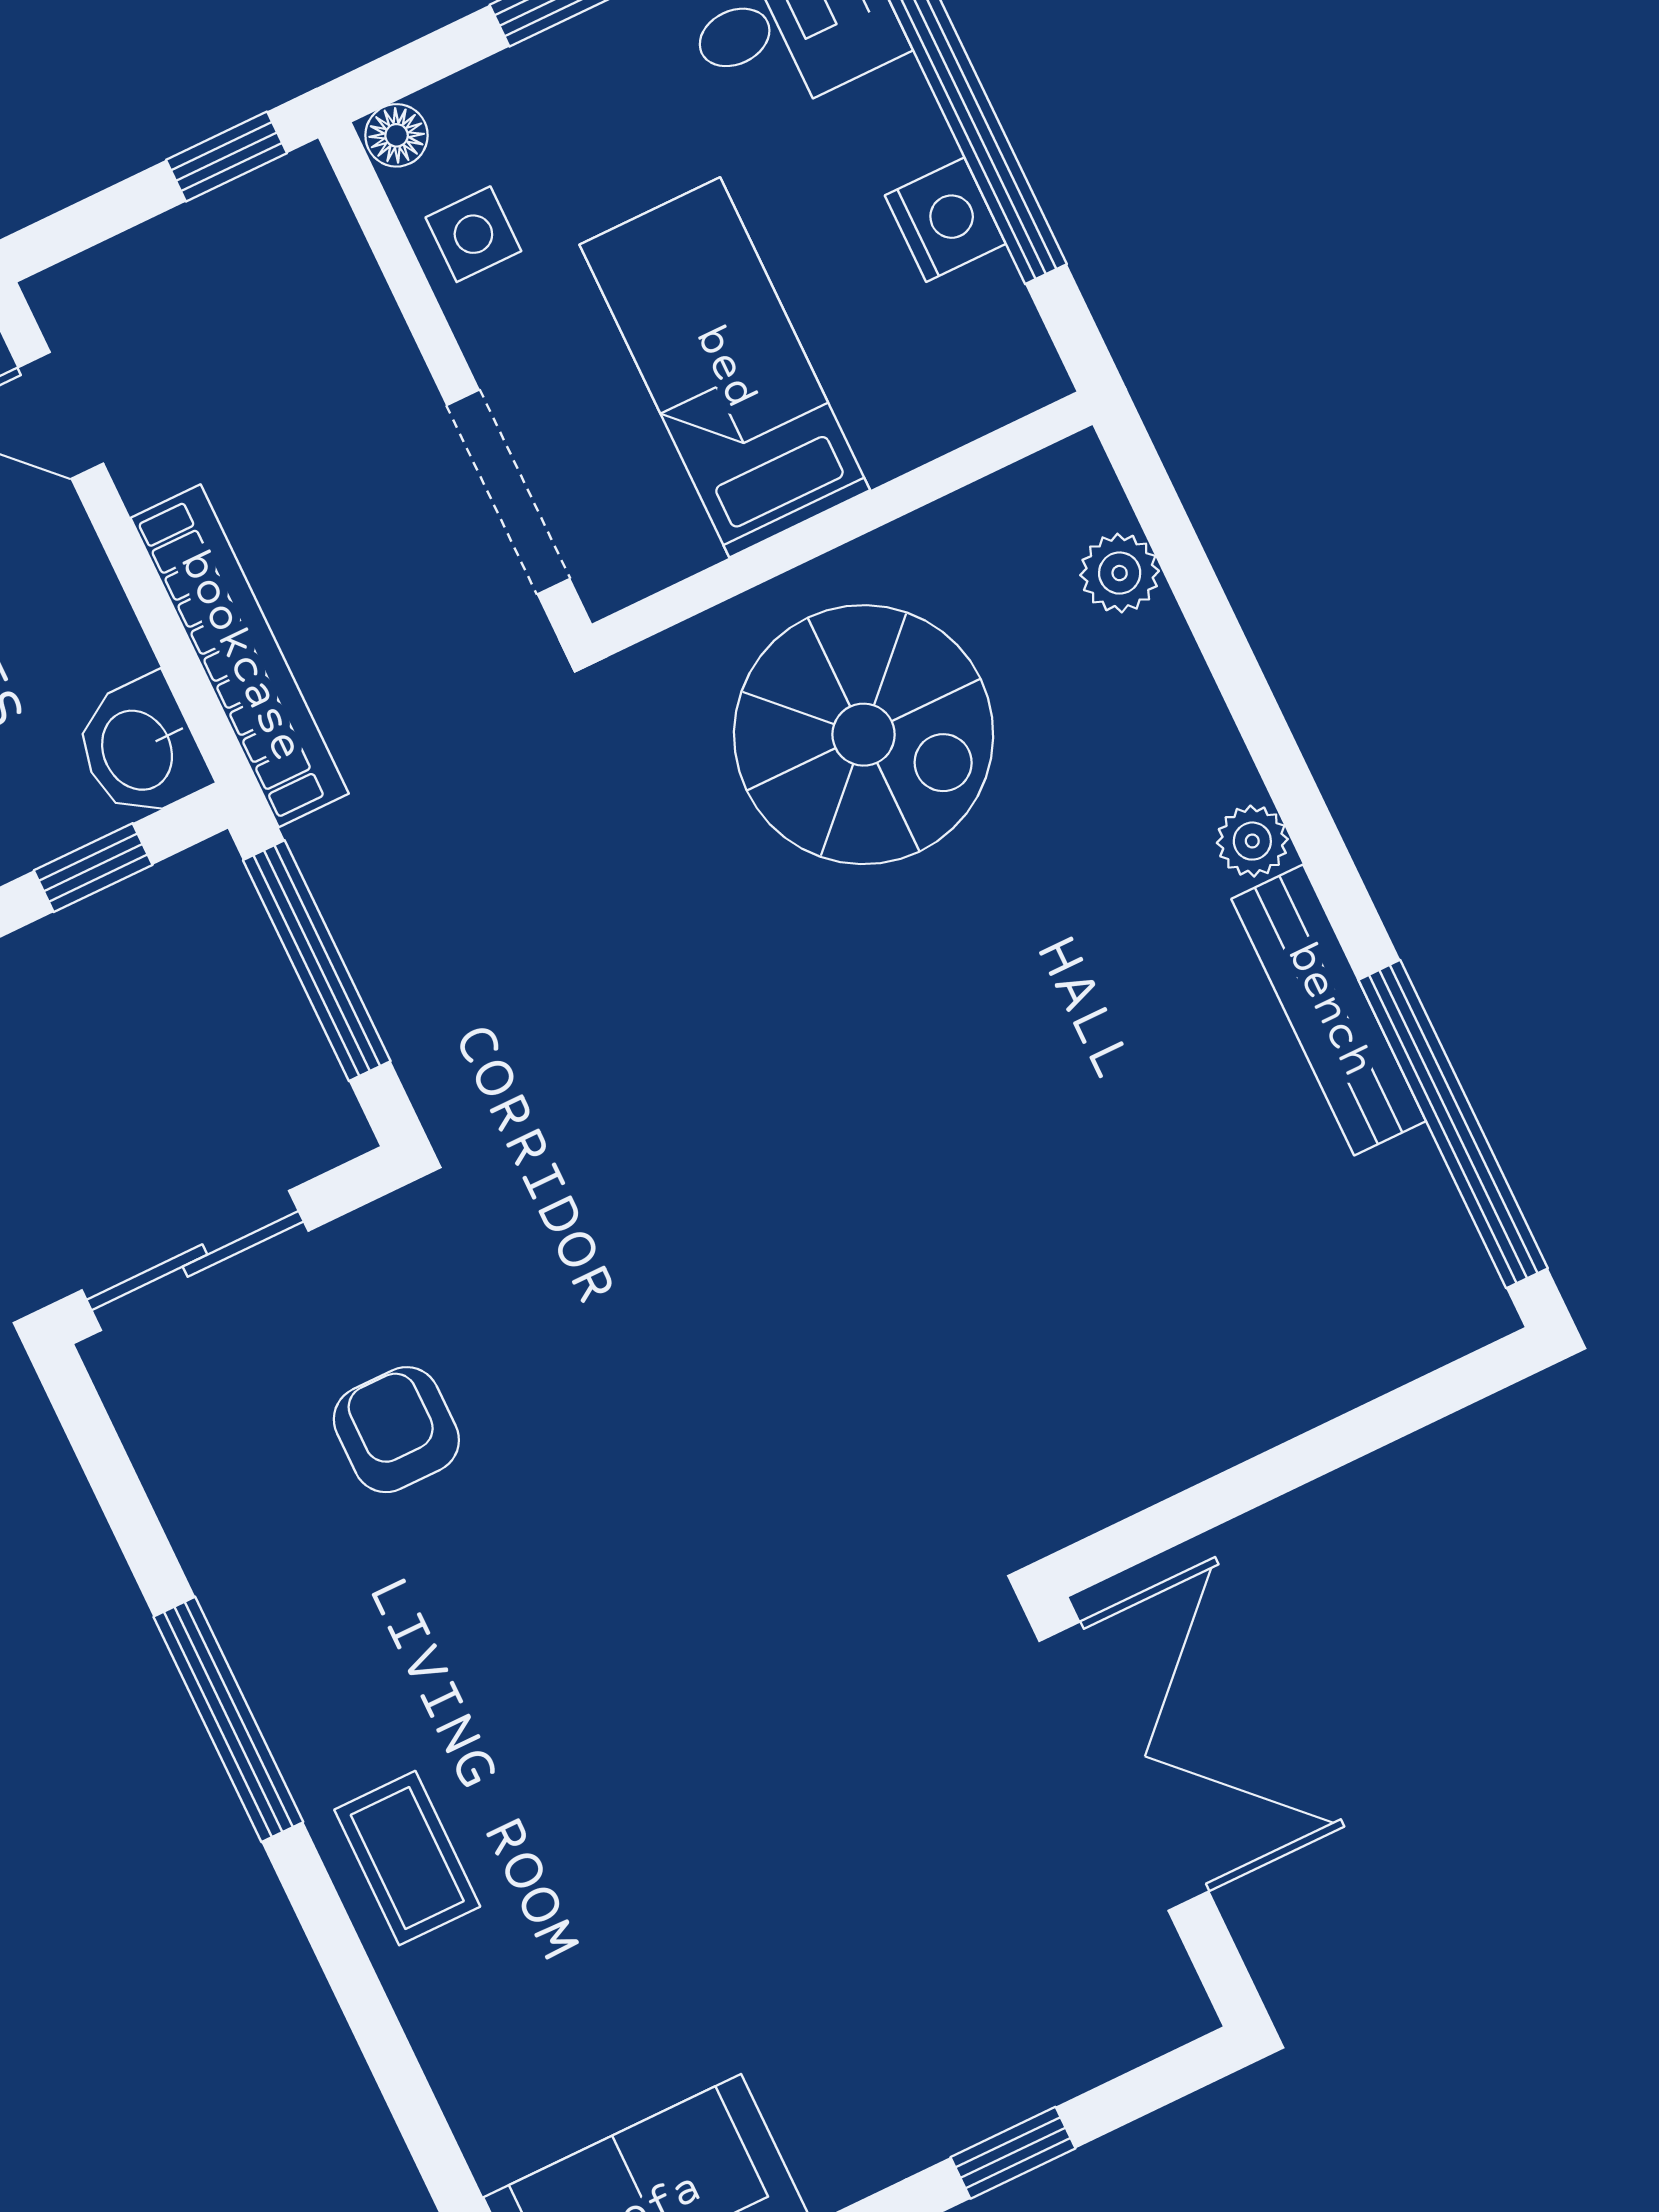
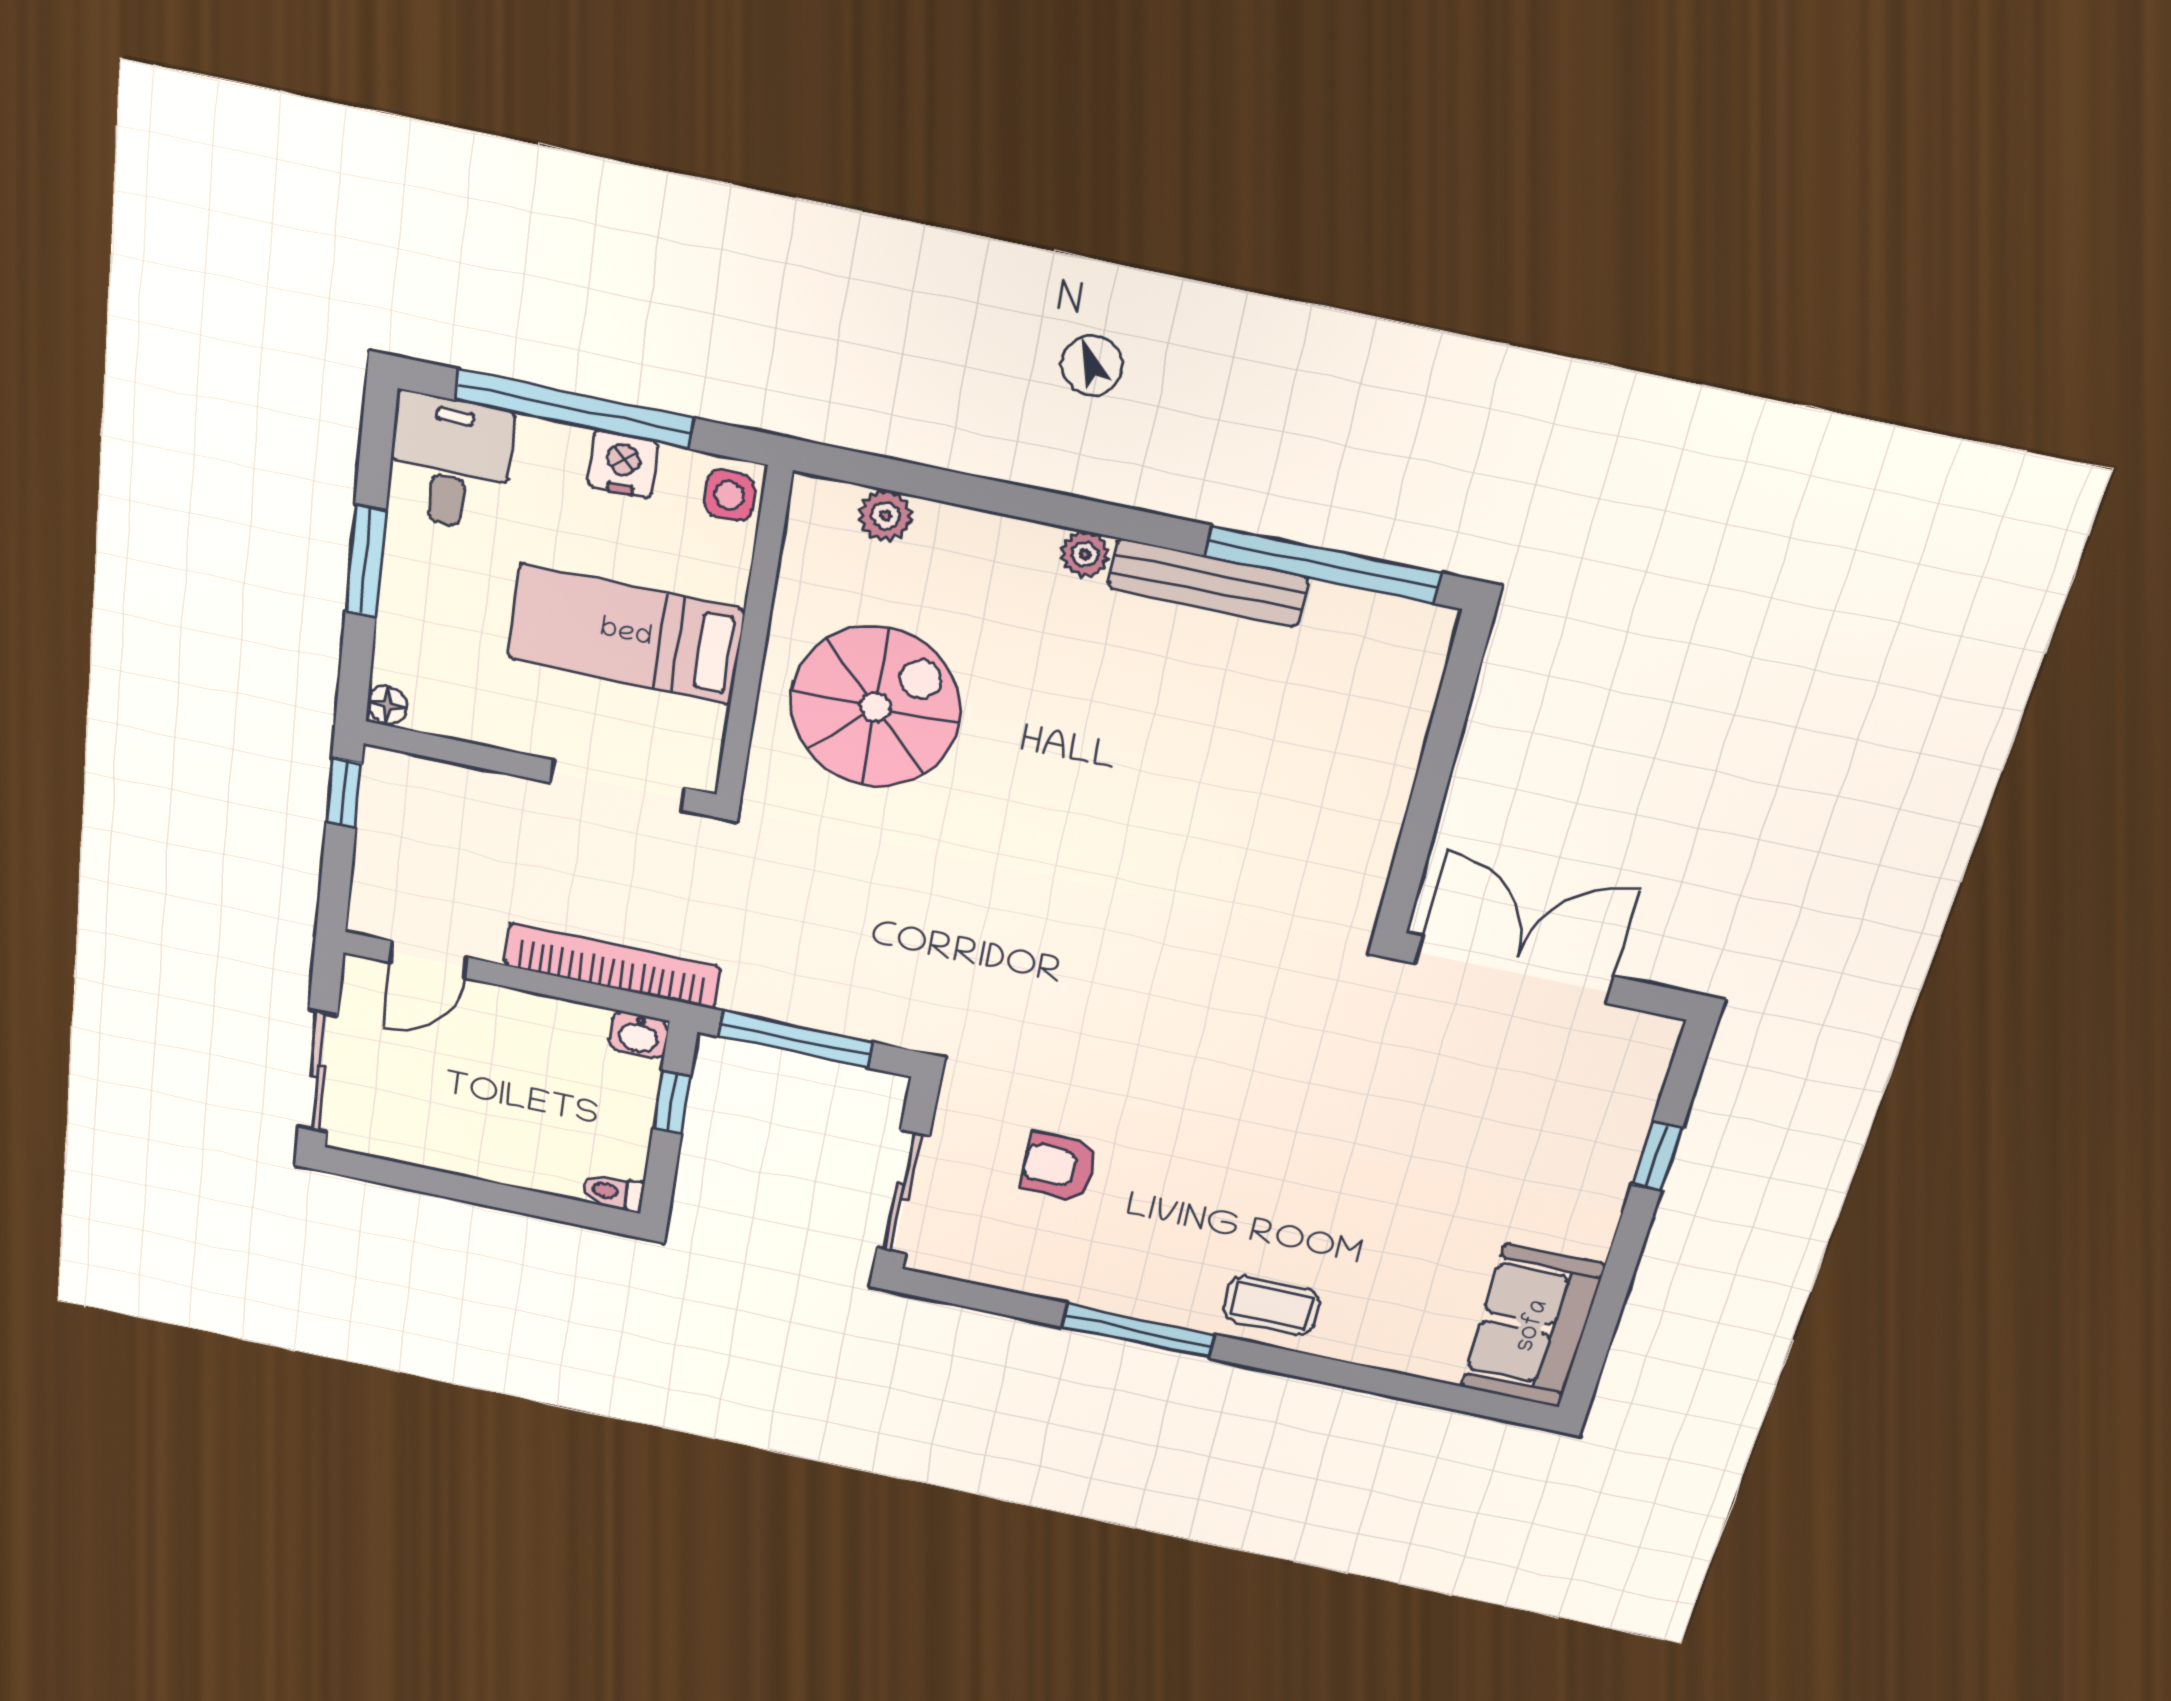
side table: (473, 234) -> (729, 495), moved
washbasin: (140, 749) -> (639, 1035), width x0.72, depth x0.69

